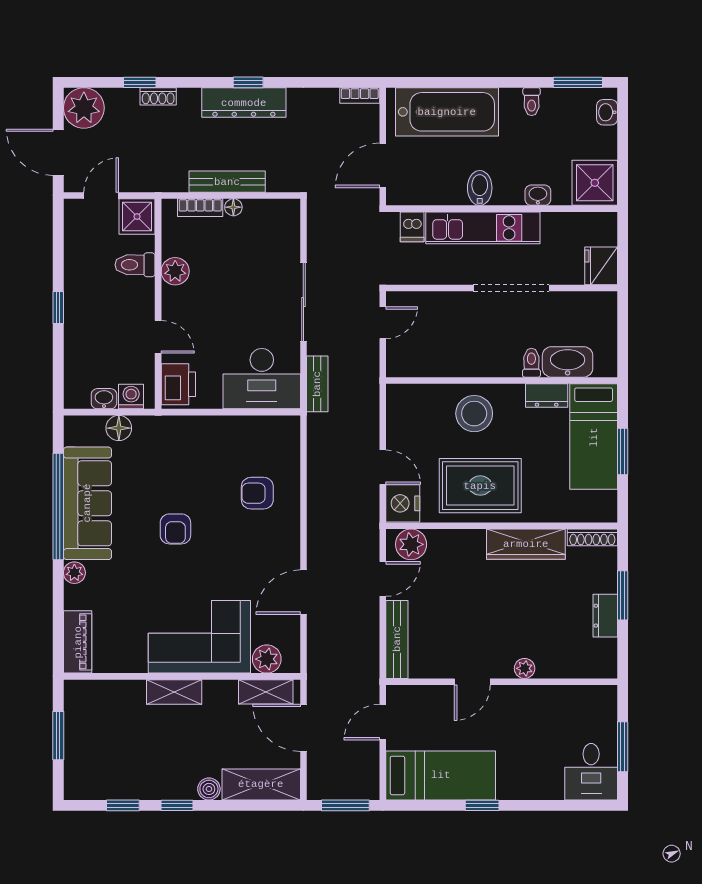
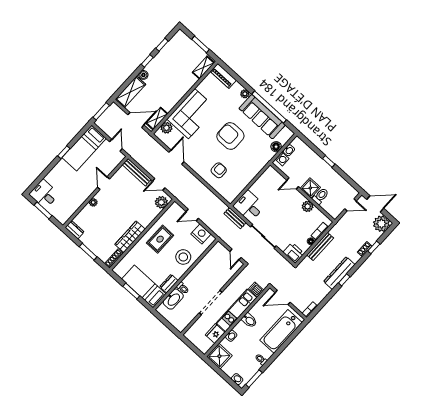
door: (383, 165) -> (283, 297), swing flipped
door: (101, 195) -> (351, 205), hinge flipped
shower: (137, 217) -> (310, 188), moved
fridge: (601, 266) -> (215, 334), moved, turned -90
desk: (262, 379) -> (249, 206), width x0.73
printer: (178, 384) -> (294, 253), moved, turned 180
rug: (480, 486) -> (160, 239), width x0.73, depth x0.70
nightstand: (403, 503) -> (201, 234), moved
armchair: (175, 529) -> (230, 136), width x1.88, depth x1.88
door: (383, 579) -> (159, 184), hinge flipped
dresser: (605, 616) -> (75, 230), moved
shelving: (174, 692) -> (203, 68), moved

